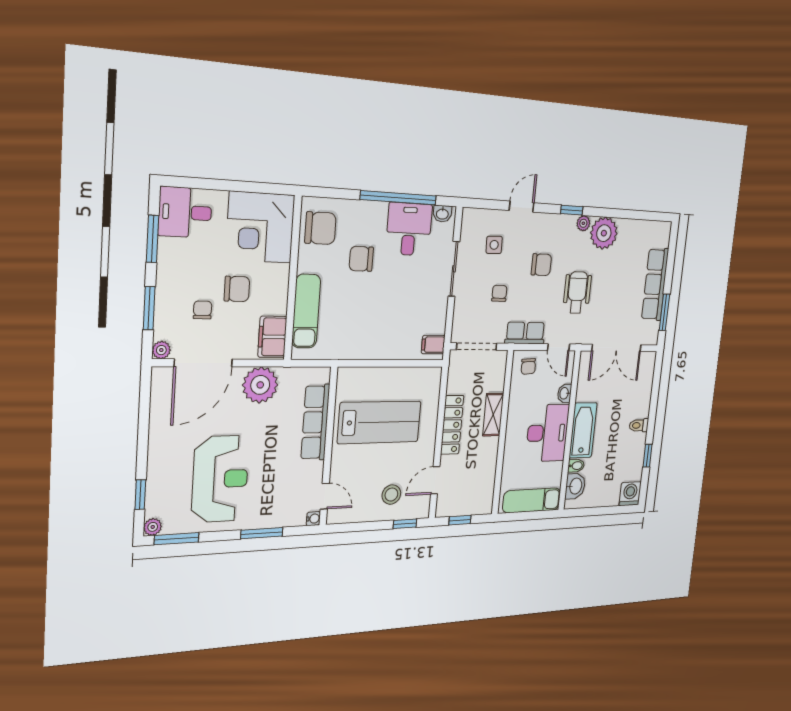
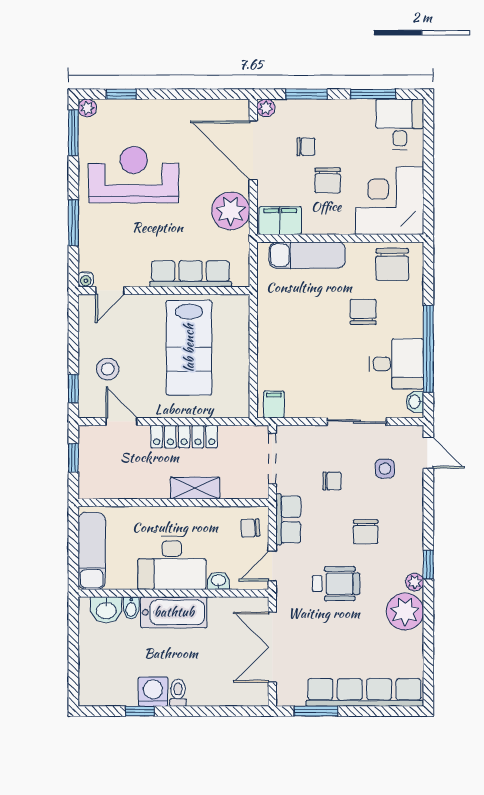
door: (522, 207) -> (428, 453), moved
row of seats: (655, 284) -> (364, 692), width x1.36
reception desk: (220, 479) -> (134, 175), turned 180
washing machine: (630, 494) -> (153, 692), moved, turned -90

